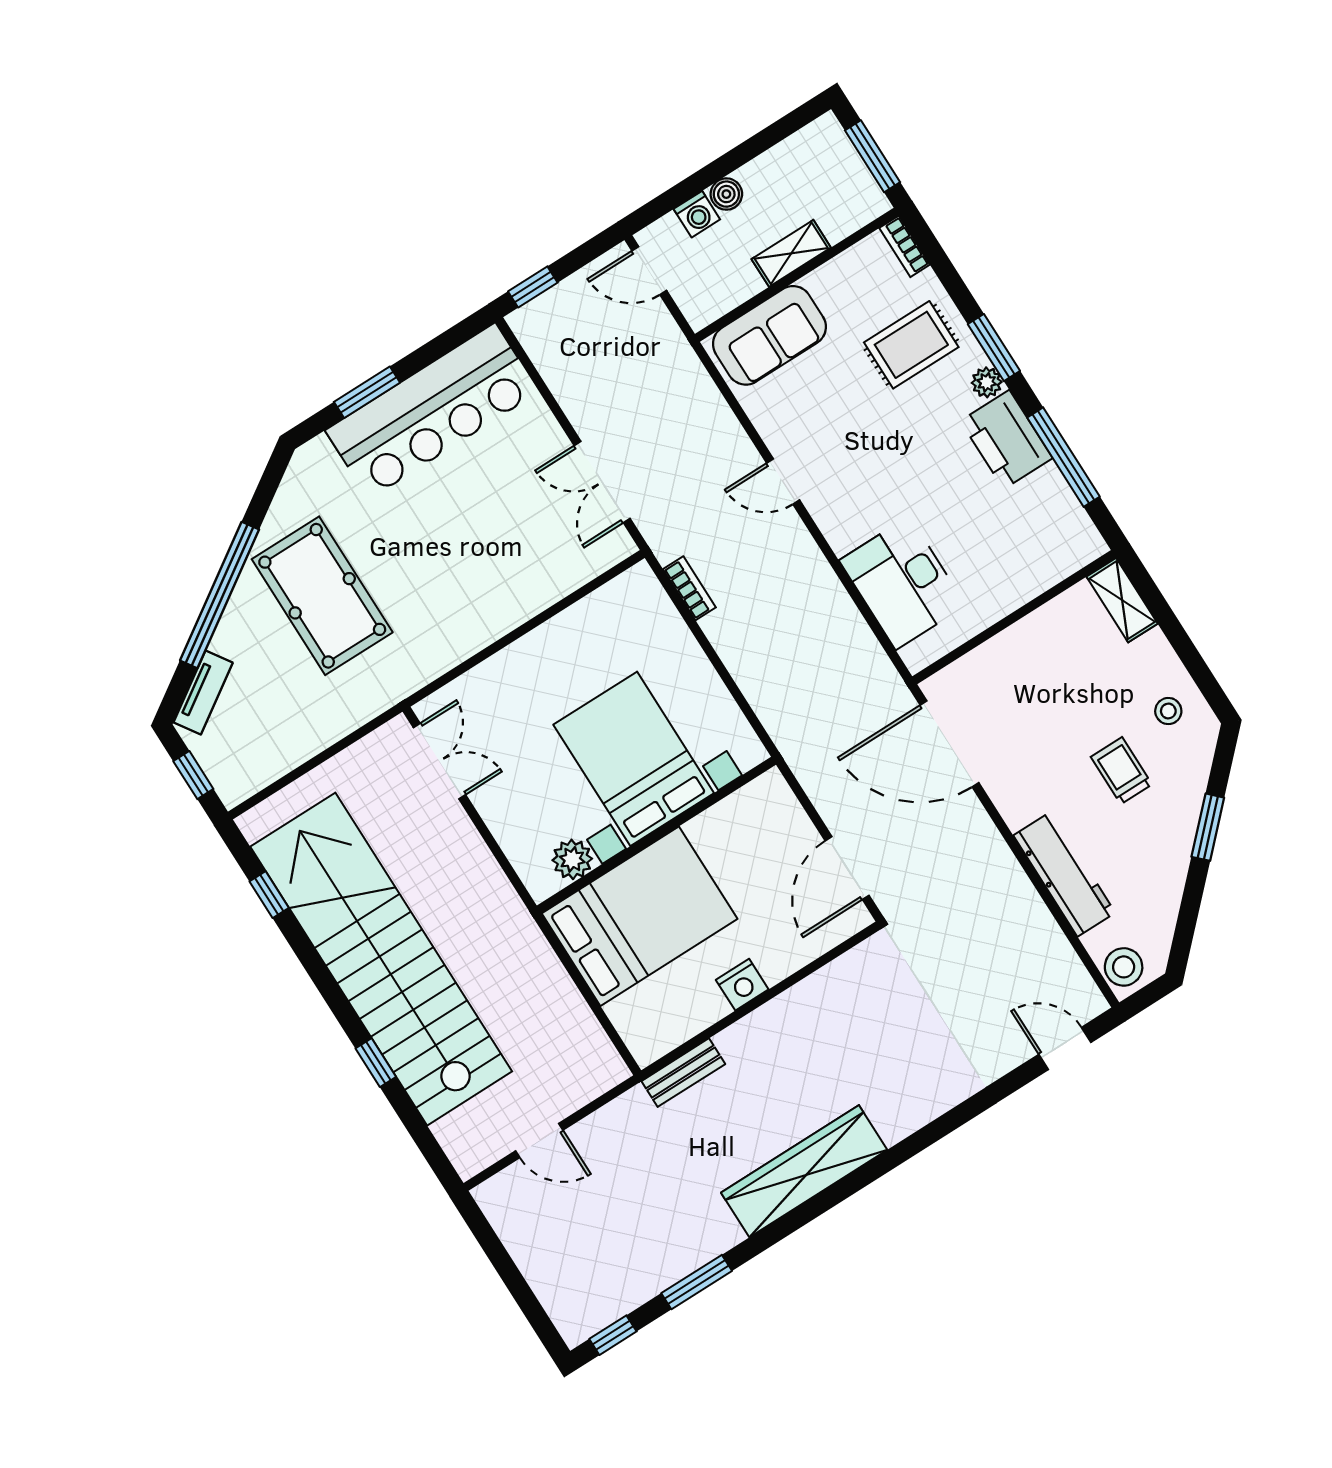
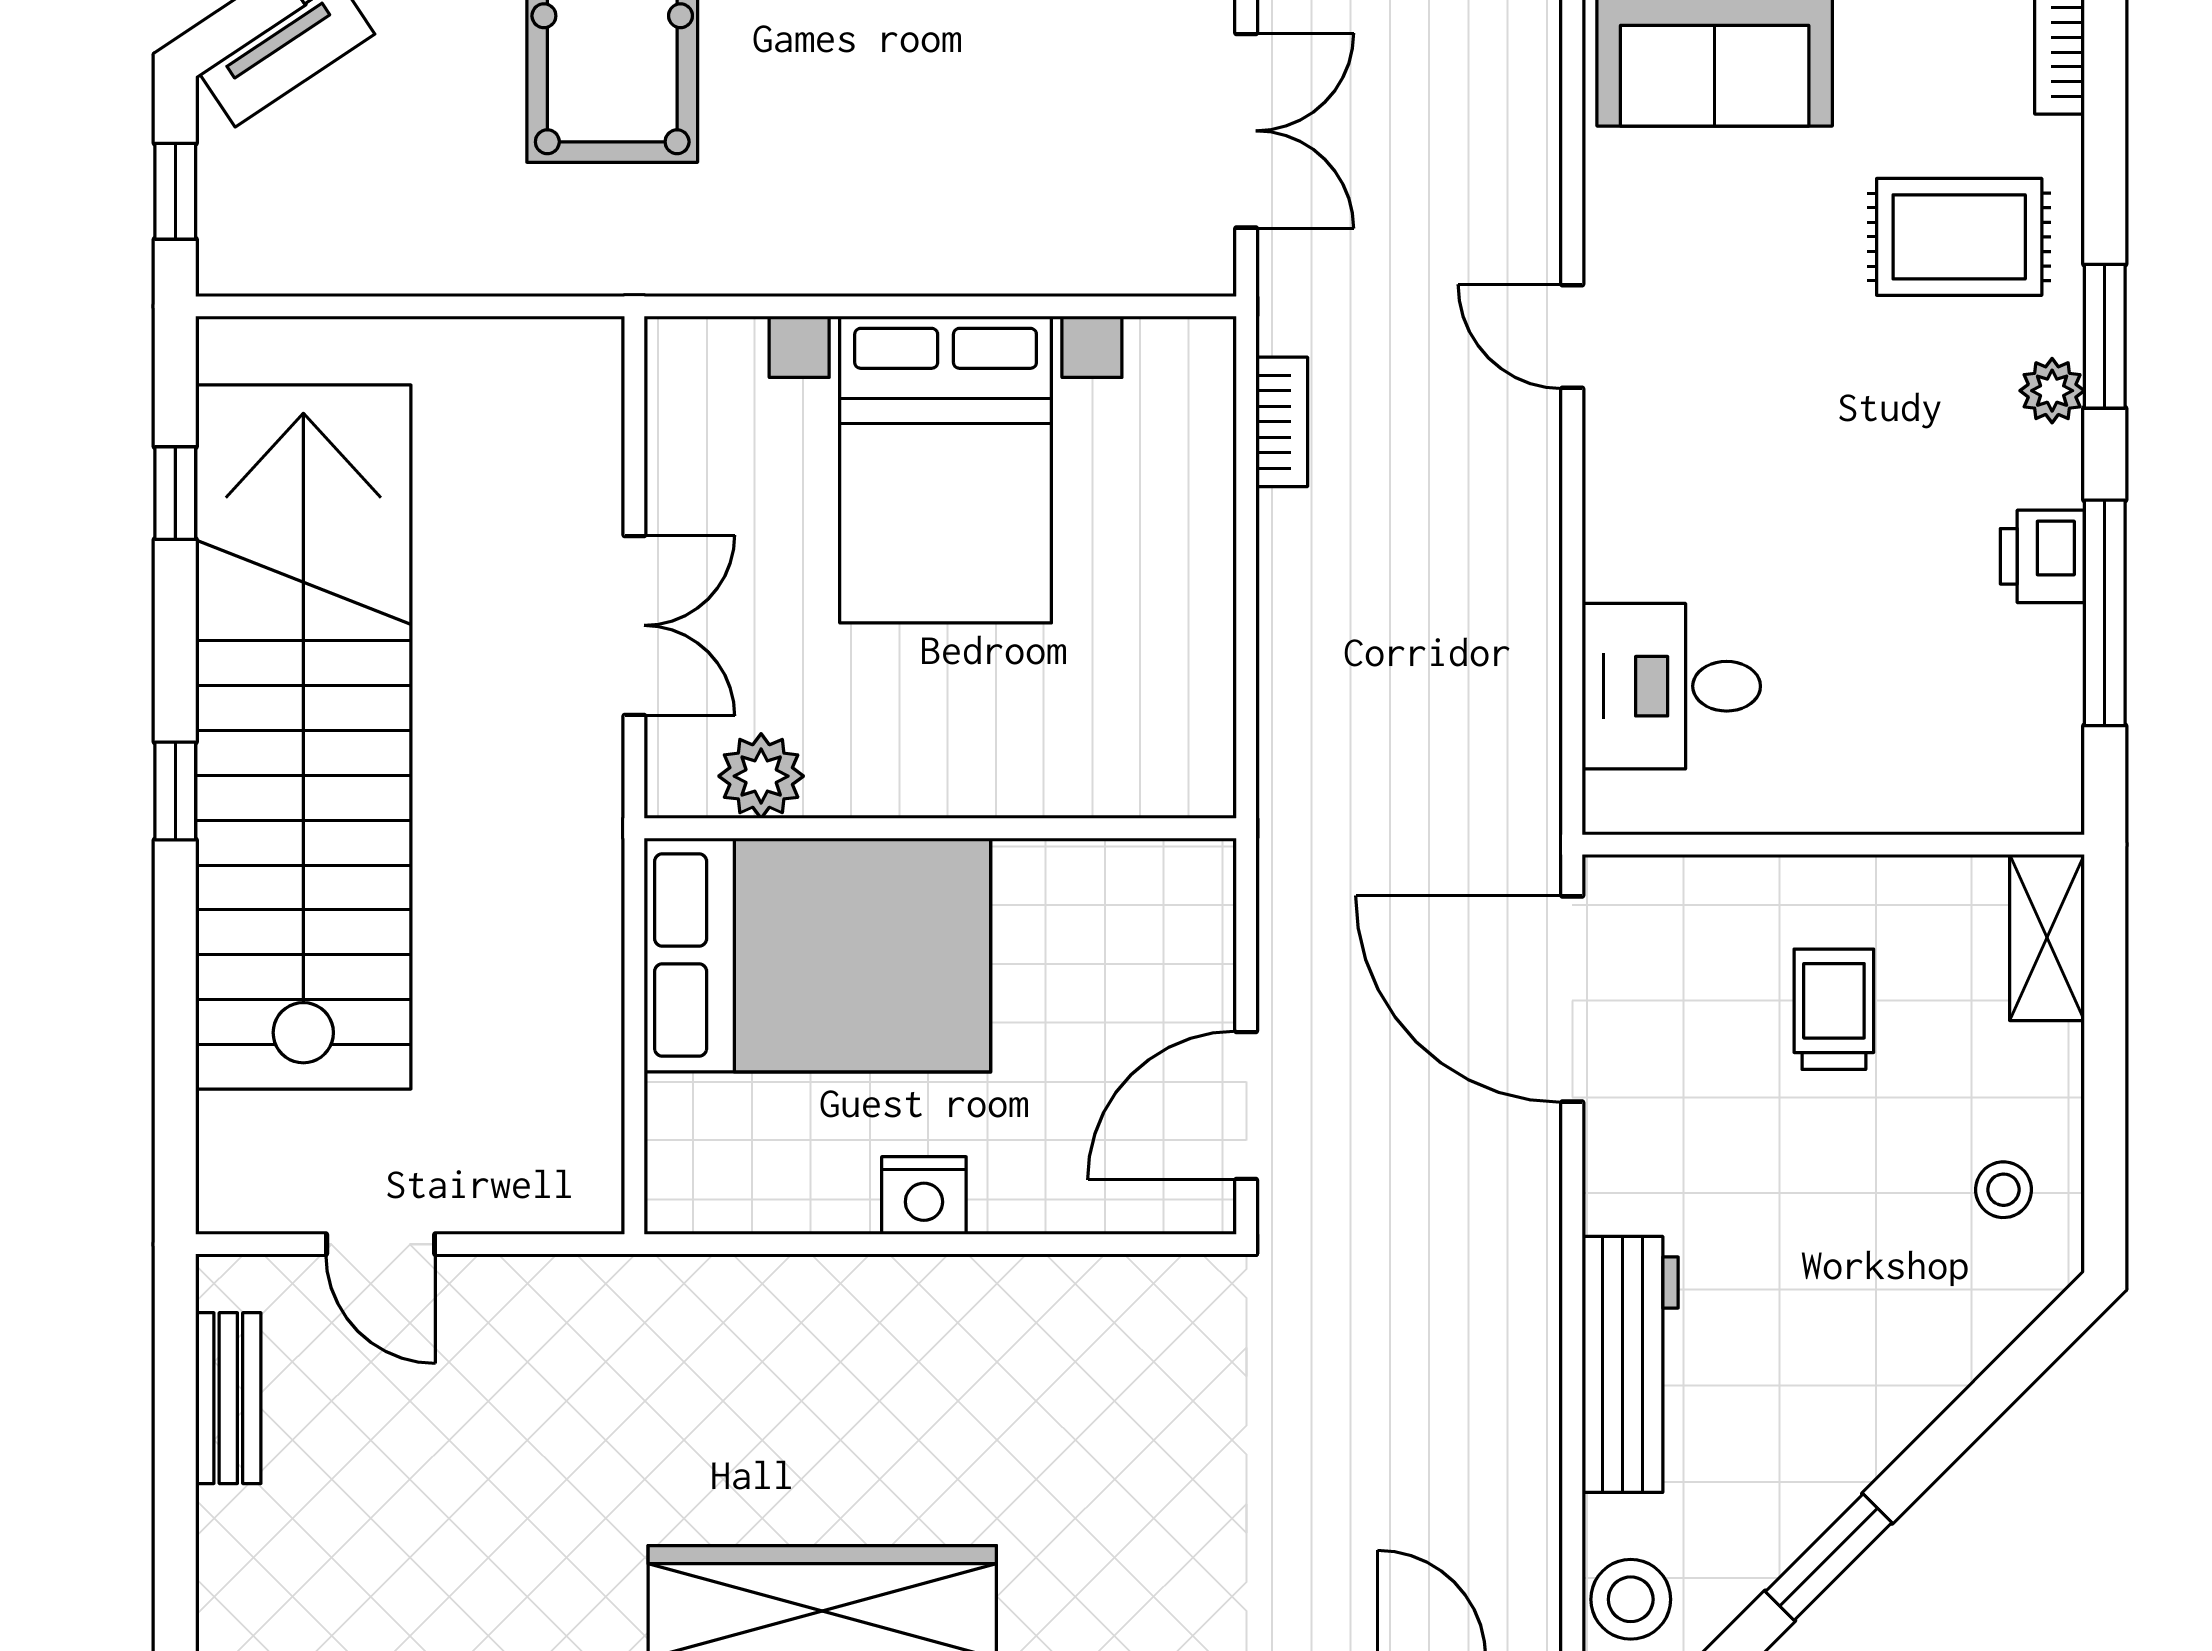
printer: (1006, 439) -> (2042, 556), width x0.53, depth x0.68
double door: (602, 482) -> (1246, 131), swing flipped
desk: (902, 583) -> (1671, 686), width x0.73
bed with nightstands: (634, 759) -> (946, 470), moved, turned 180
double door: (440, 761) -> (634, 625), moved
trolley: (1121, 771) -> (1834, 1009), moved
window: (1208, 827) -> (1829, 1557), moved
window: (376, 1063) -> (175, 791), moved
bench: (683, 1073) -> (228, 1398), moved, turned 90

